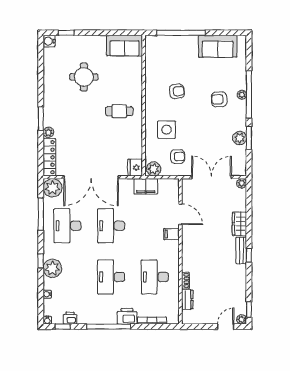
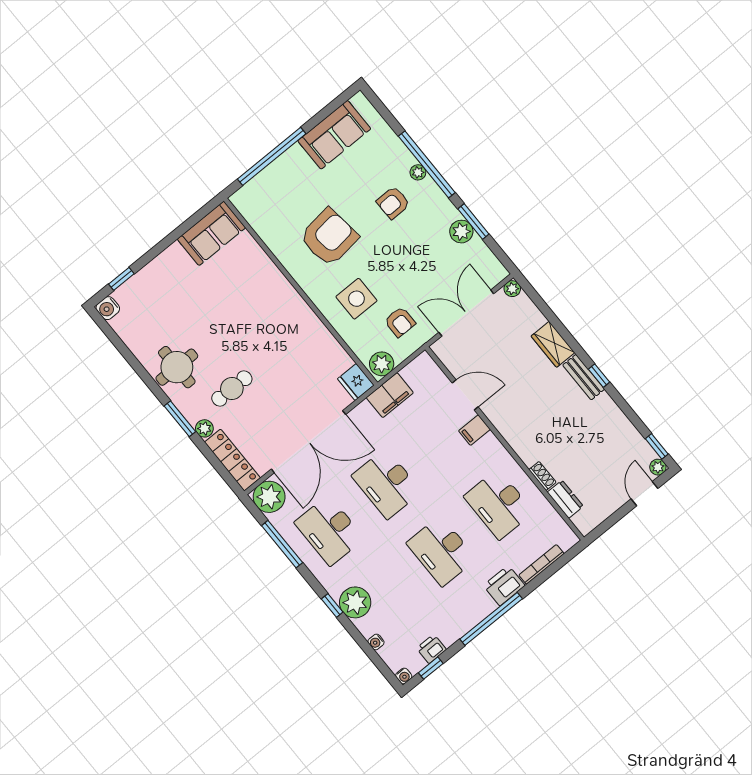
round table: (84, 77) -> (177, 367), moved
armchair: (177, 91) -> (329, 237), width x1.88, depth x1.88
cafe table: (119, 111) -> (232, 389), moved
armchair: (178, 157) -> (400, 322), turned 90

